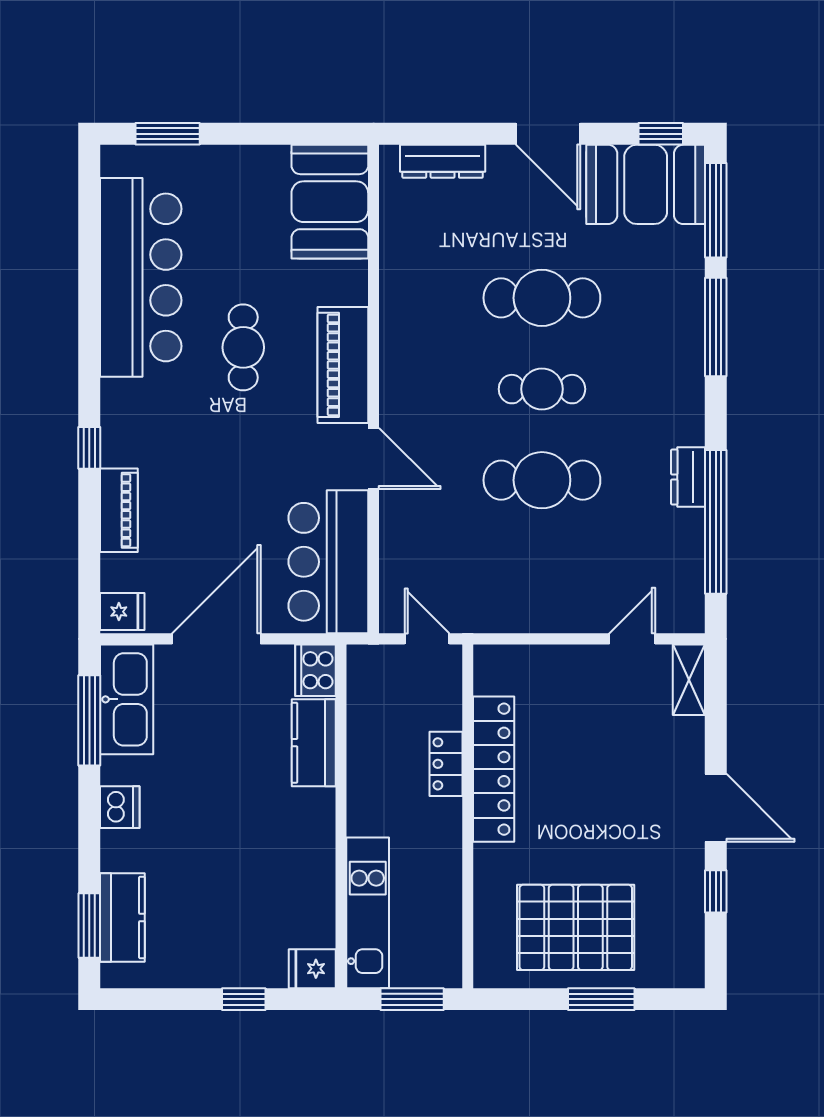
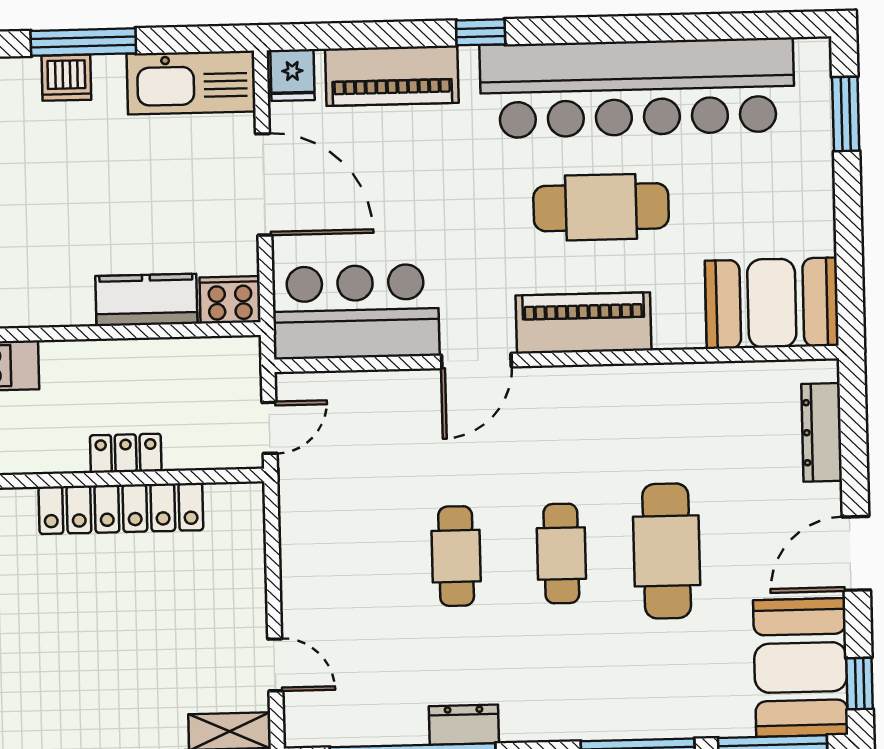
bar counter: (141, 277) -> (637, 88), width x1.36
cafe table: (243, 347) -> (601, 207), width x1.37, depth x1.35
cafe table: (542, 480) -> (456, 556), width x0.73, depth x0.74
piano: (119, 510) -> (392, 76), width x1.37, depth x1.33
window: (89, 720) -> (83, 42), moved

